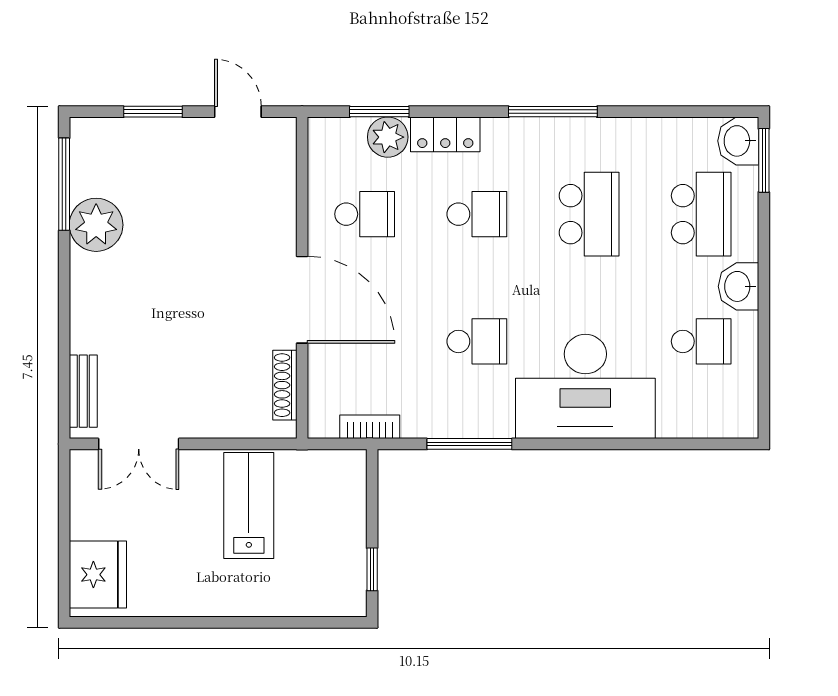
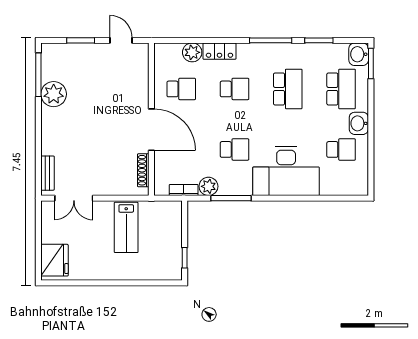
window: (379, 112) -> (319, 40), moved
plant: (422, 419) -> (208, 186), added
lab bench: (249, 505) -> (126, 227), turned 180

